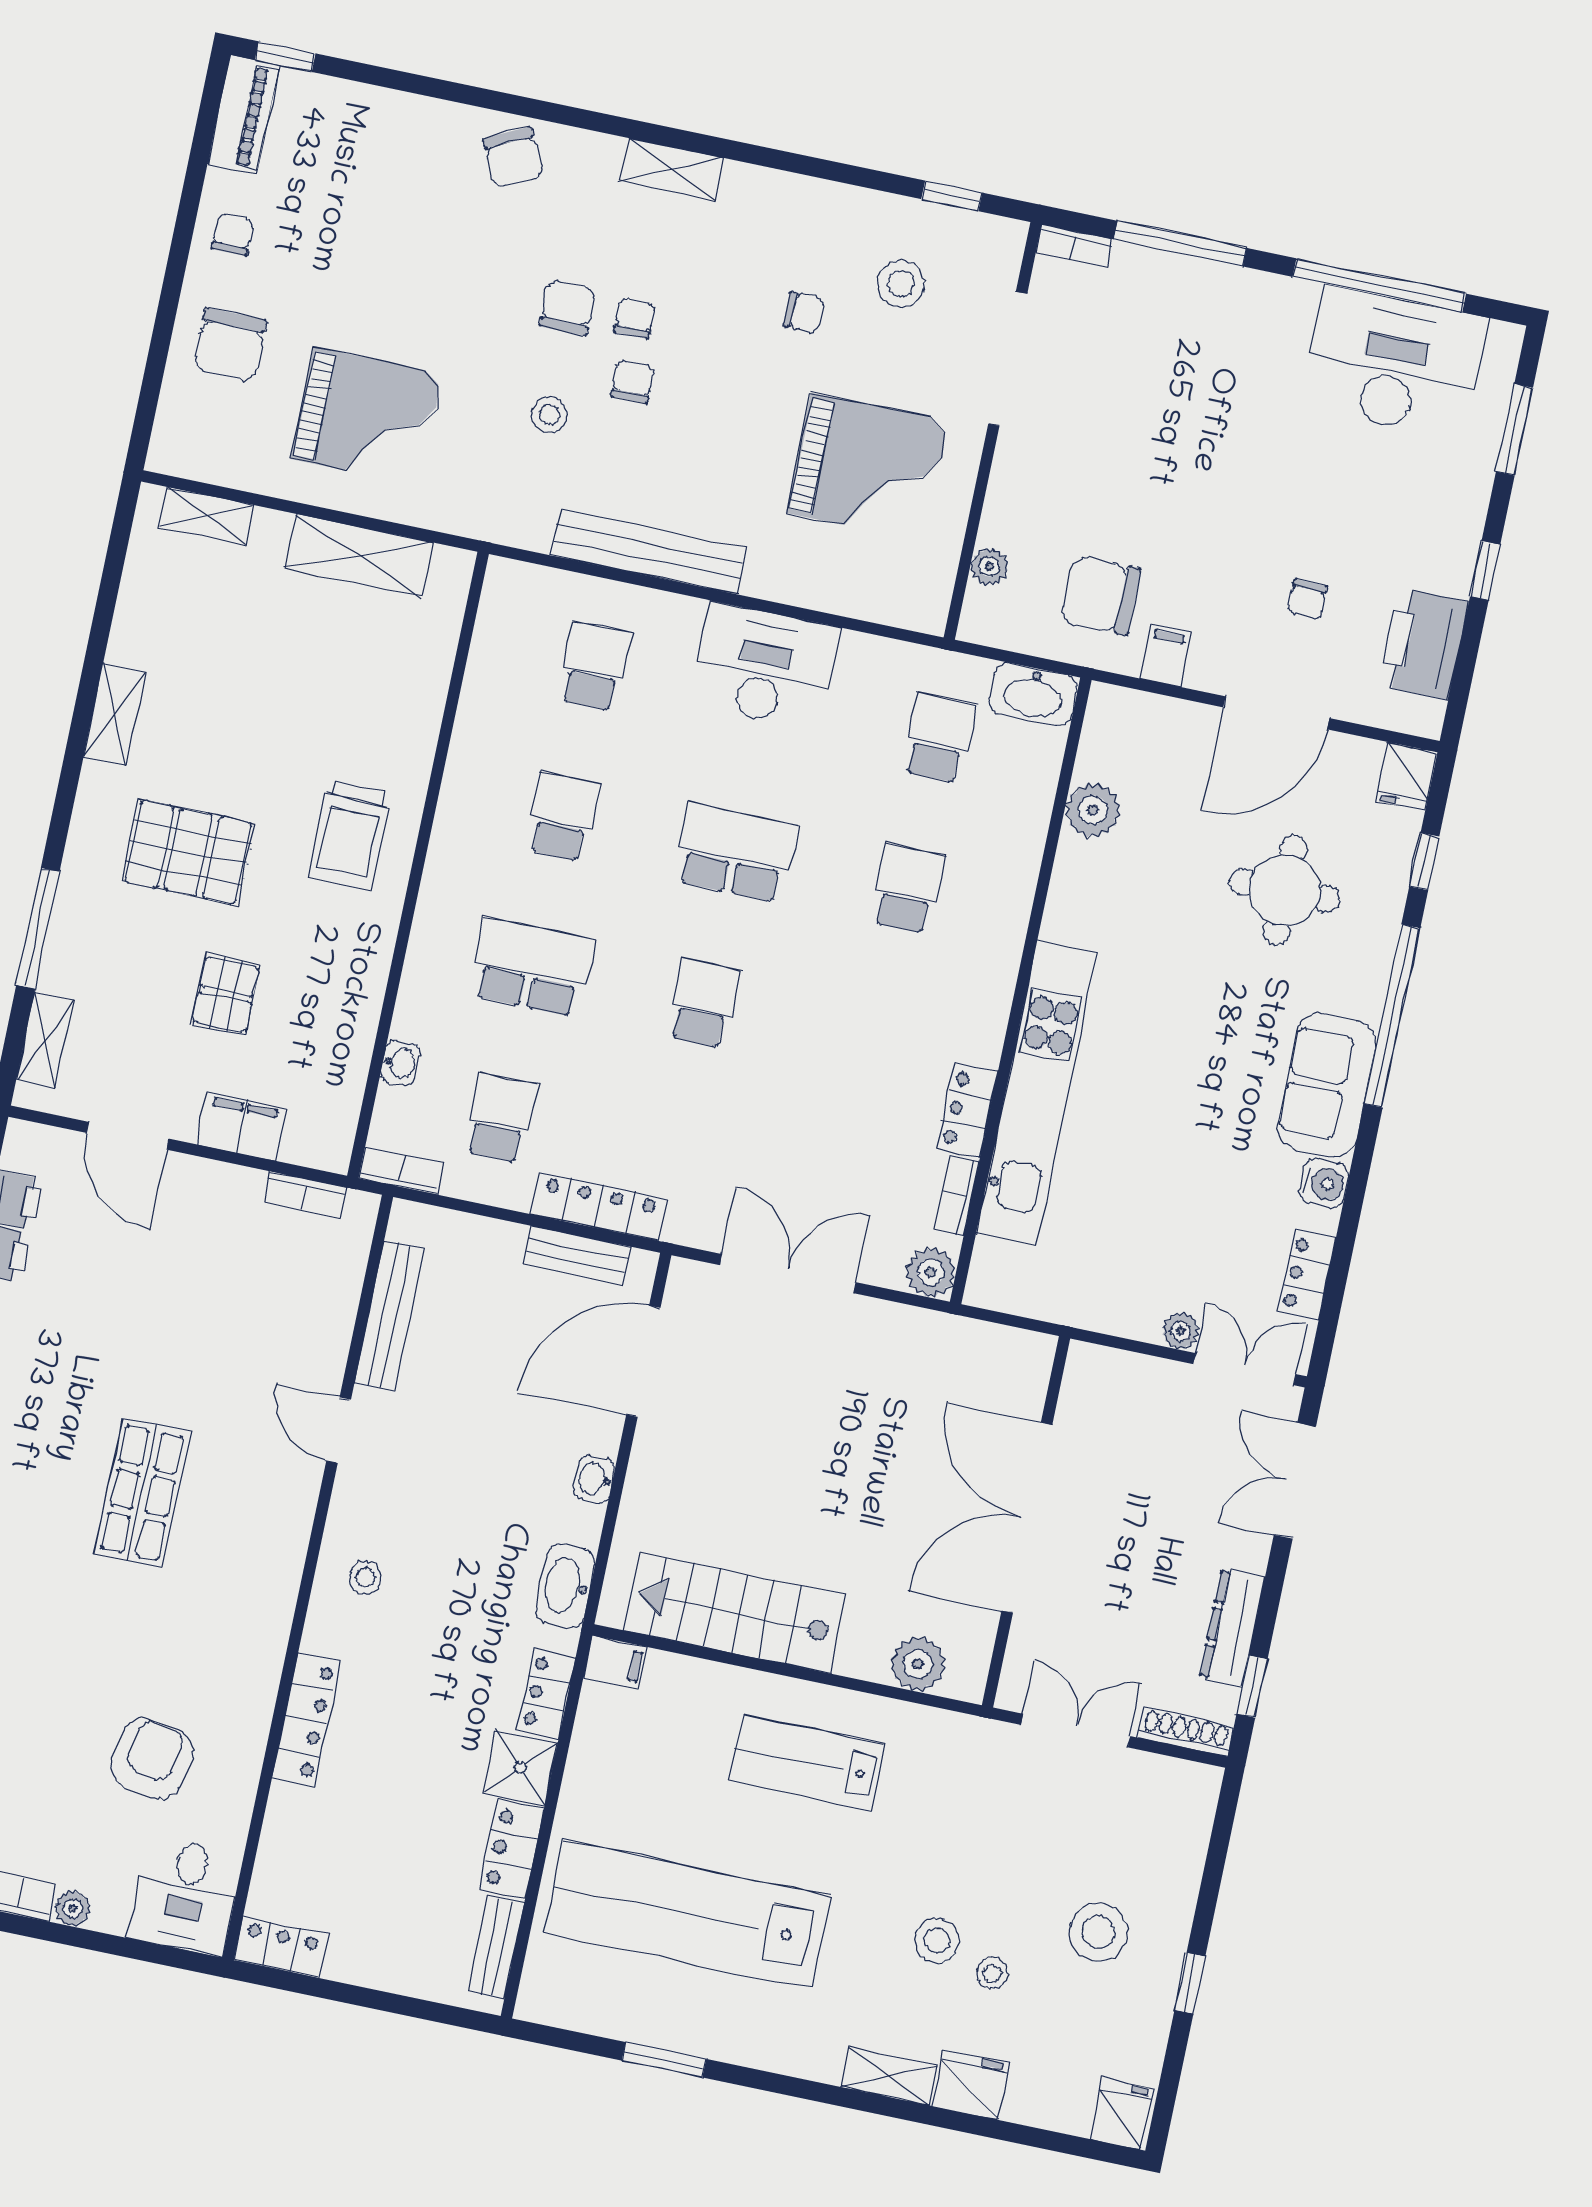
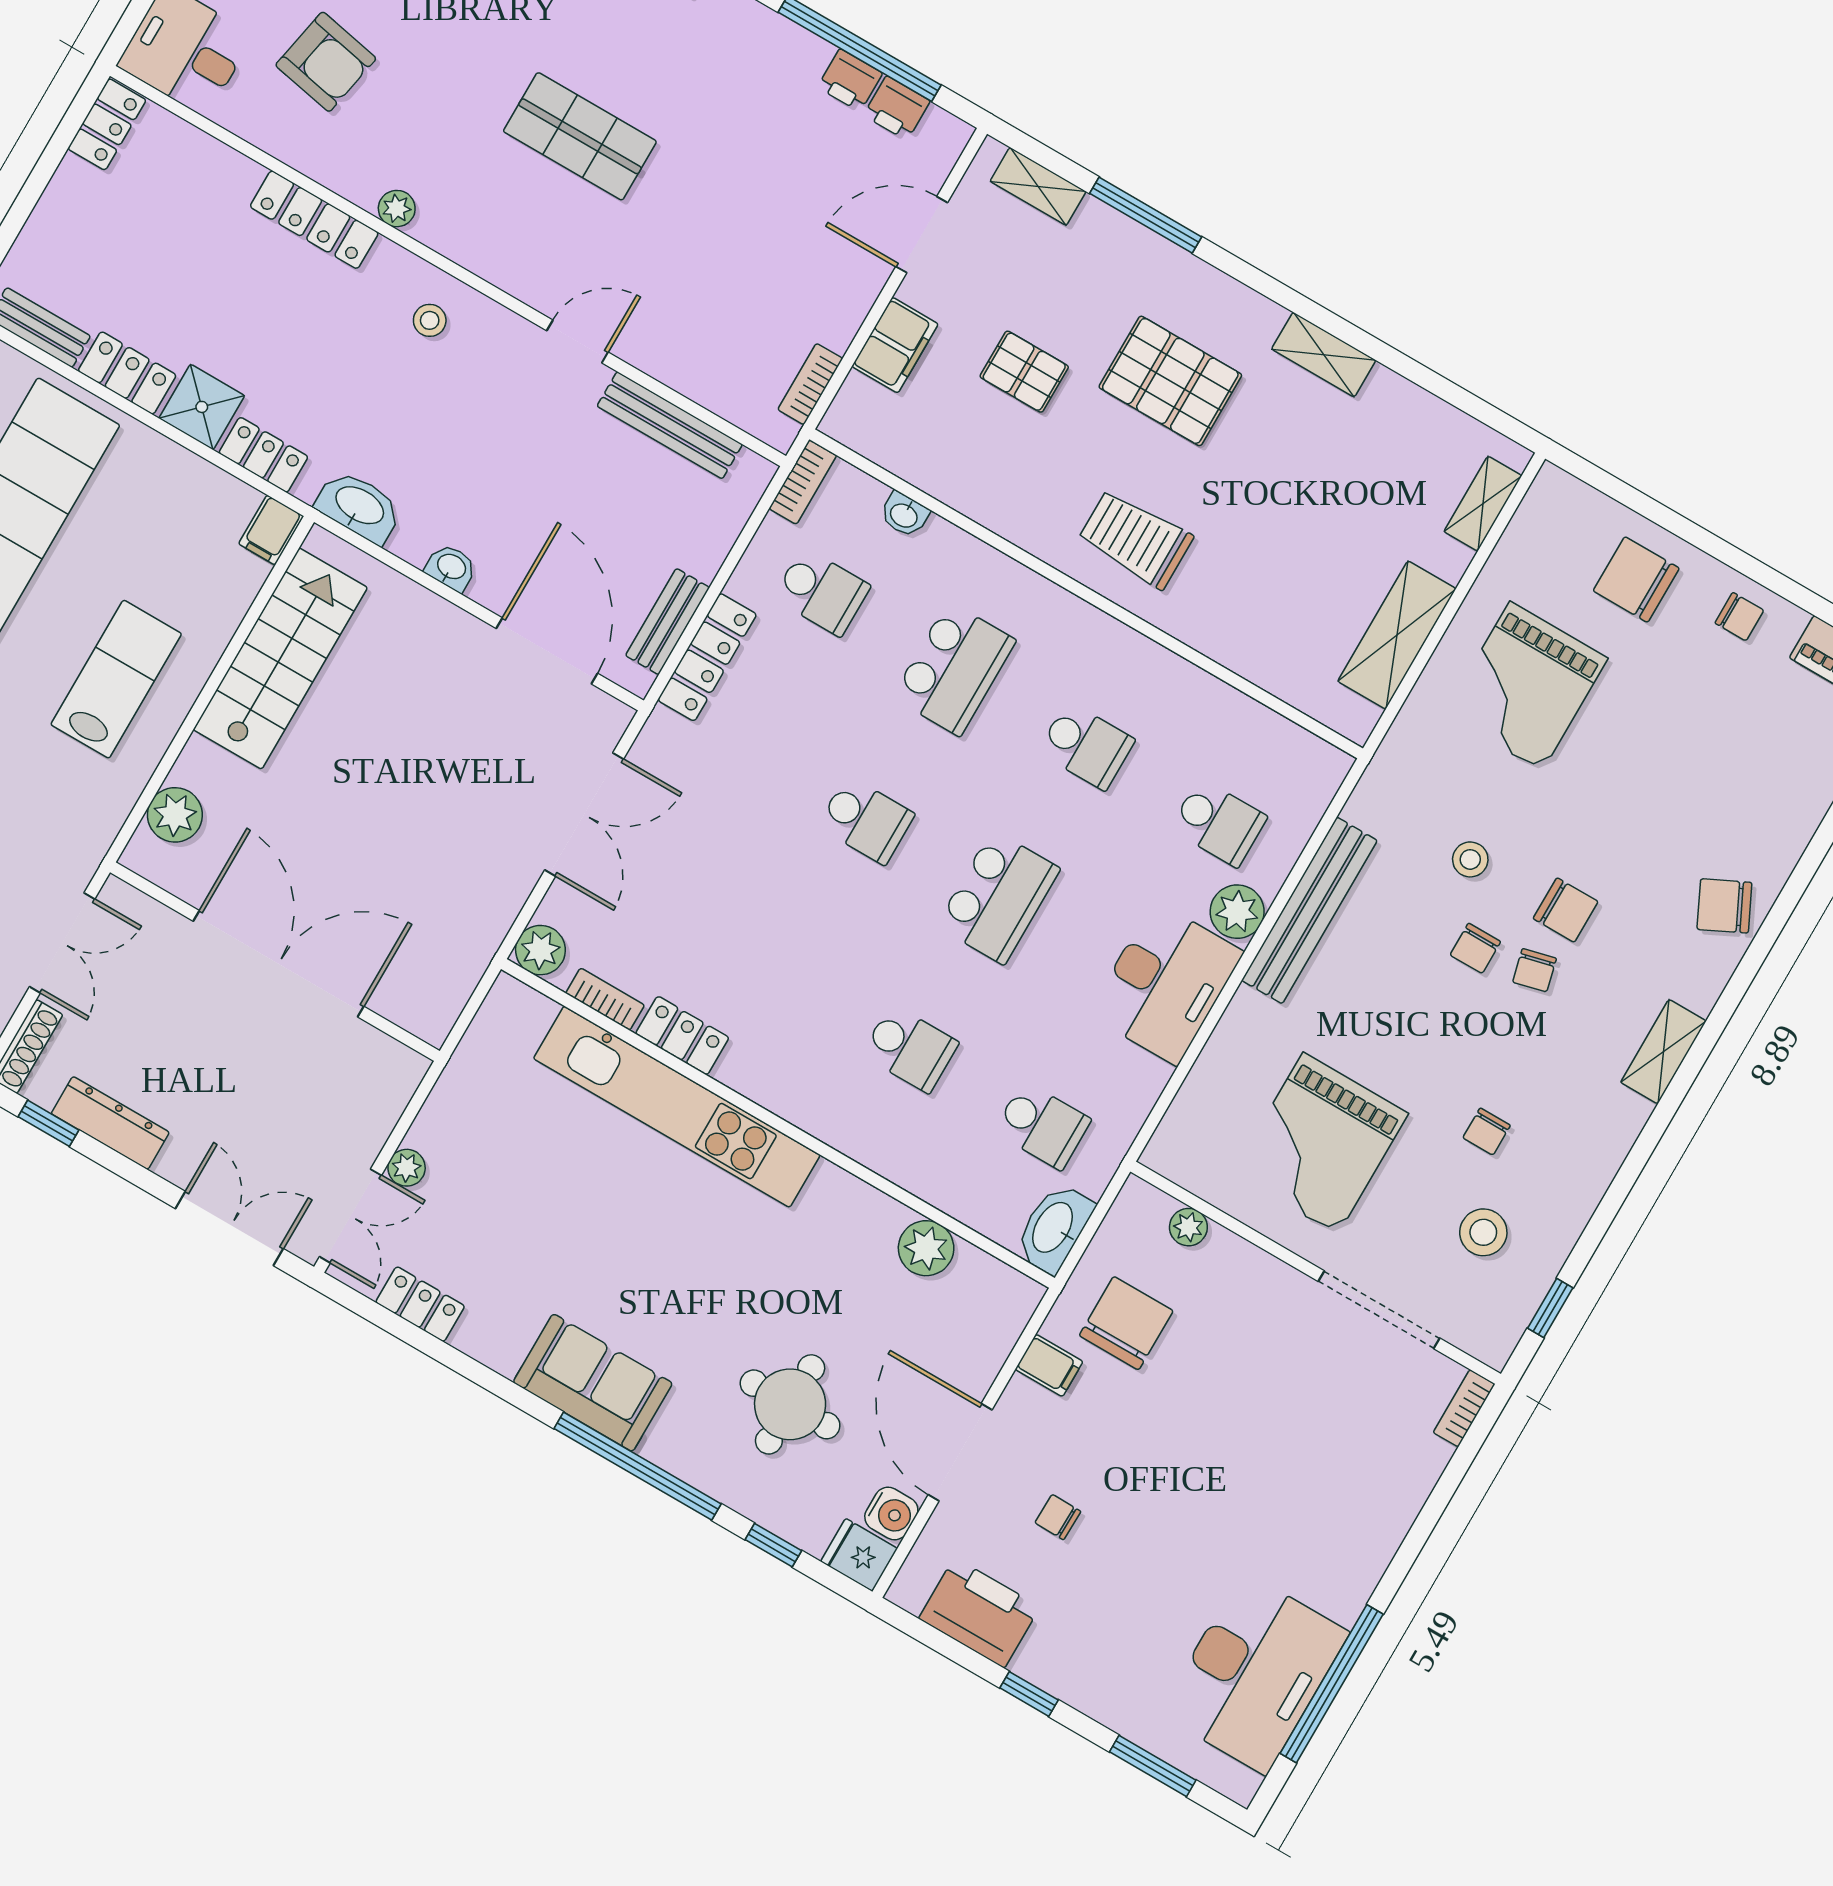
window: (1180, 244) -> (1433, 1509), removed
chair: (635, 318) -> (1534, 970), turned 76
chair: (633, 381) -> (1475, 948), turned 90
plant: (673, 620) -> (1237, 912), added
pallet: (188, 852) -> (1170, 381), turned 90
water cooler: (1324, 1183) -> (891, 1514), moved, turned -90
plant: (269, 1645) -> (397, 209), added

